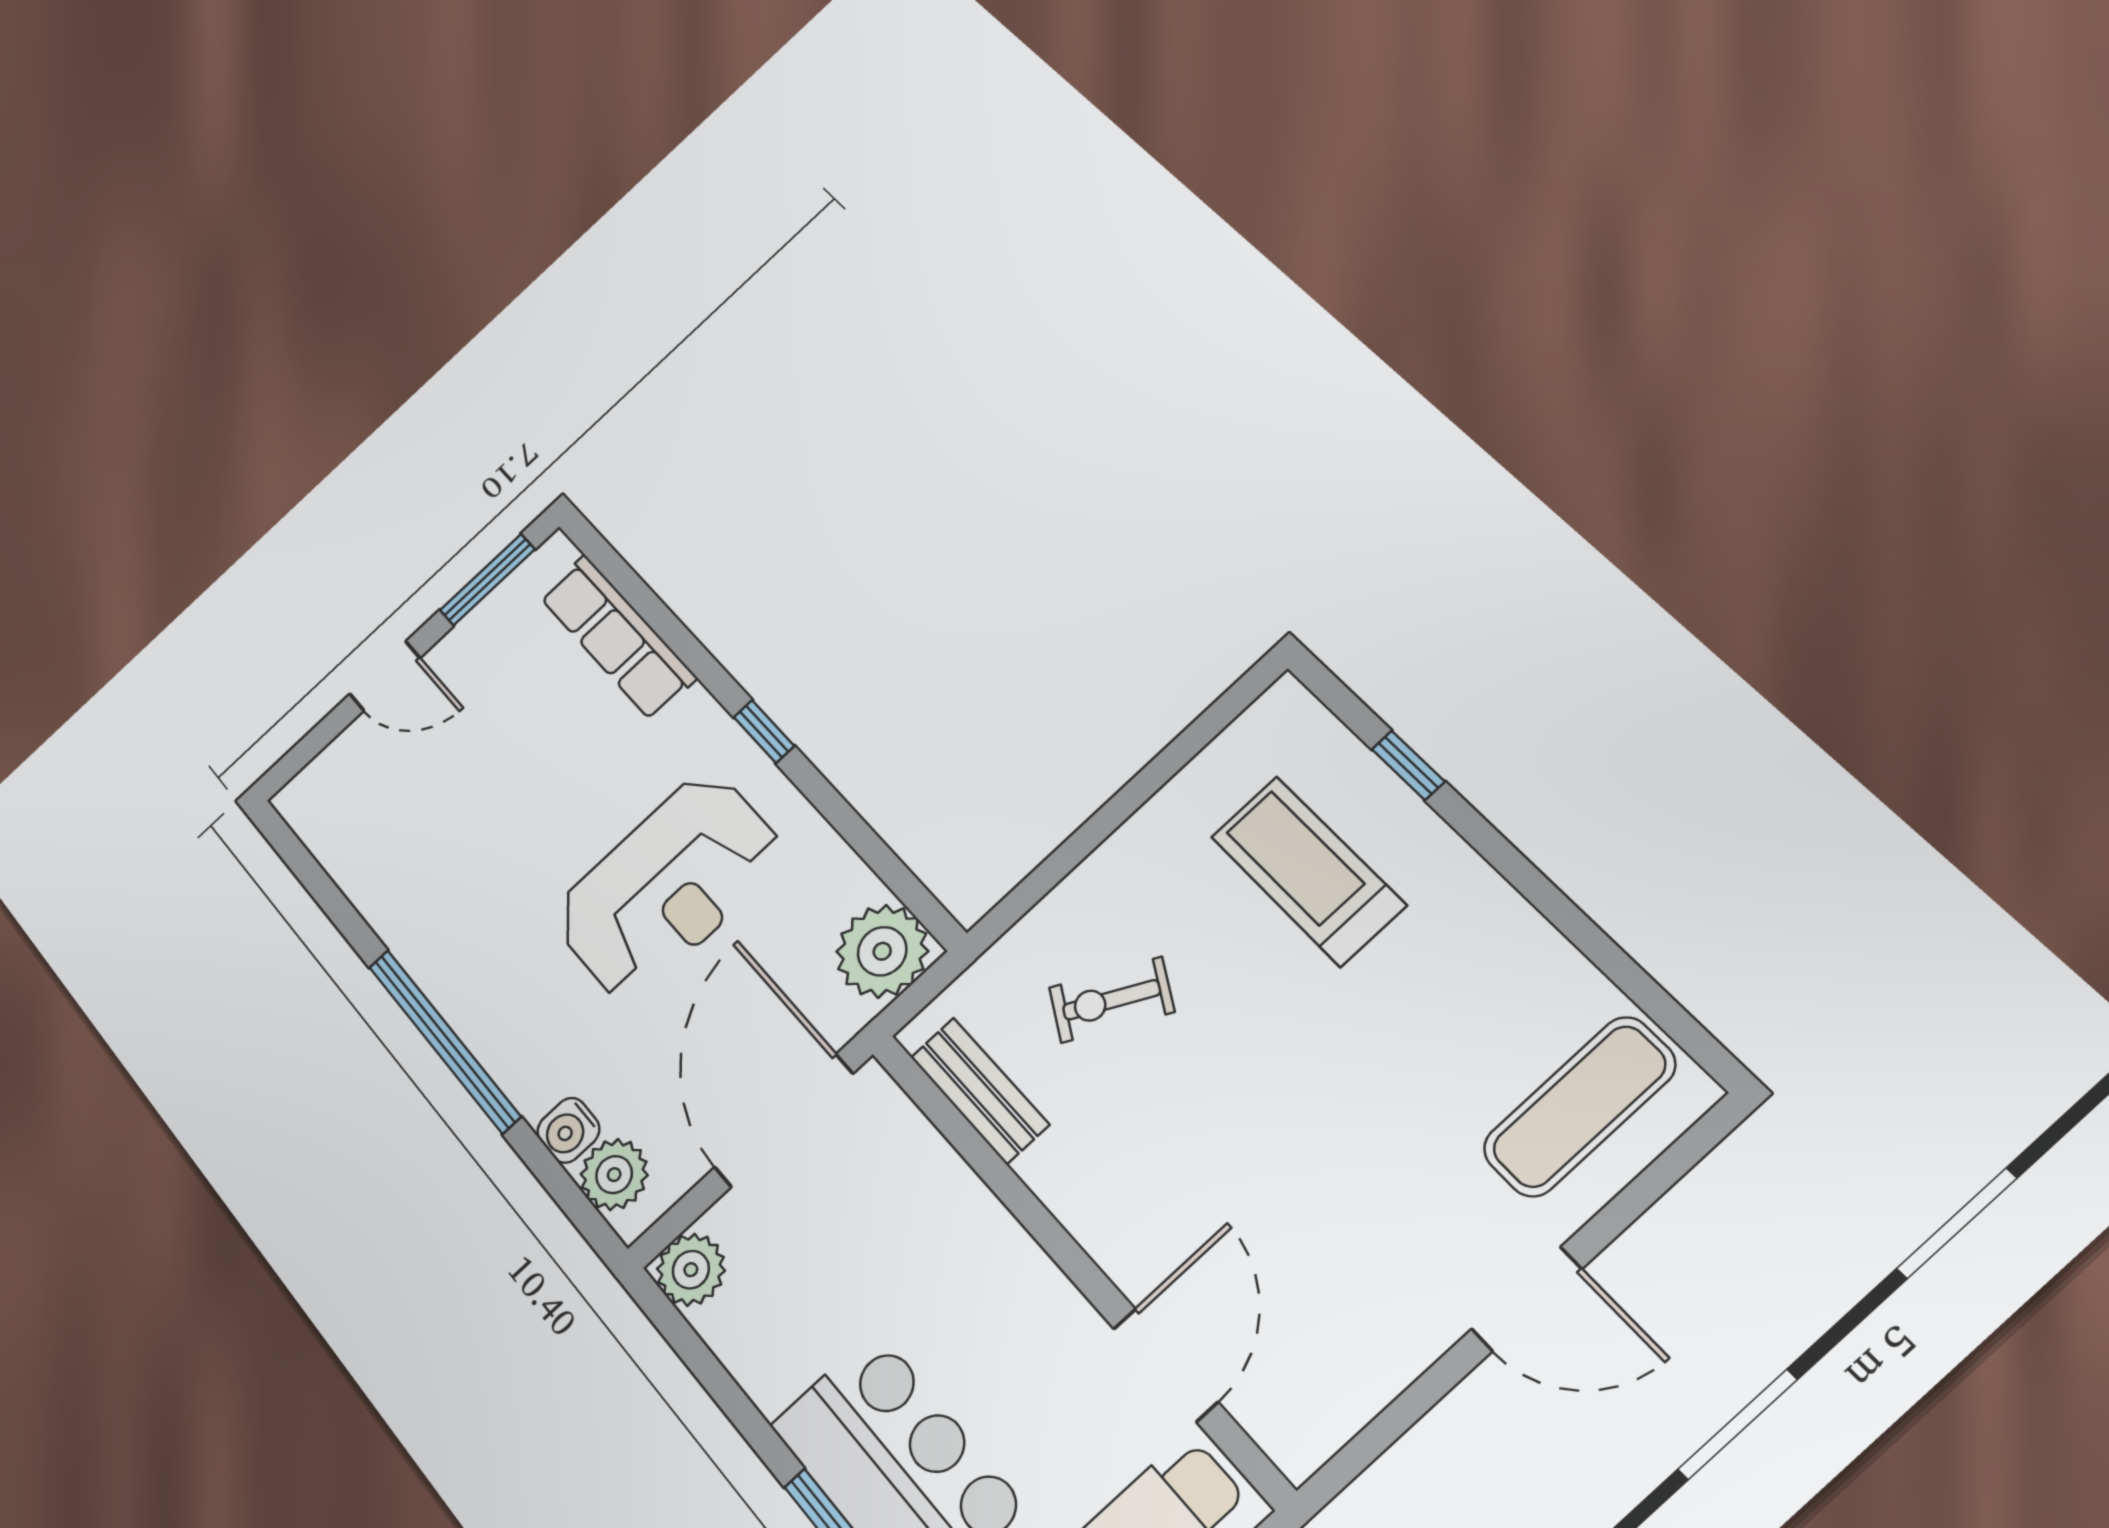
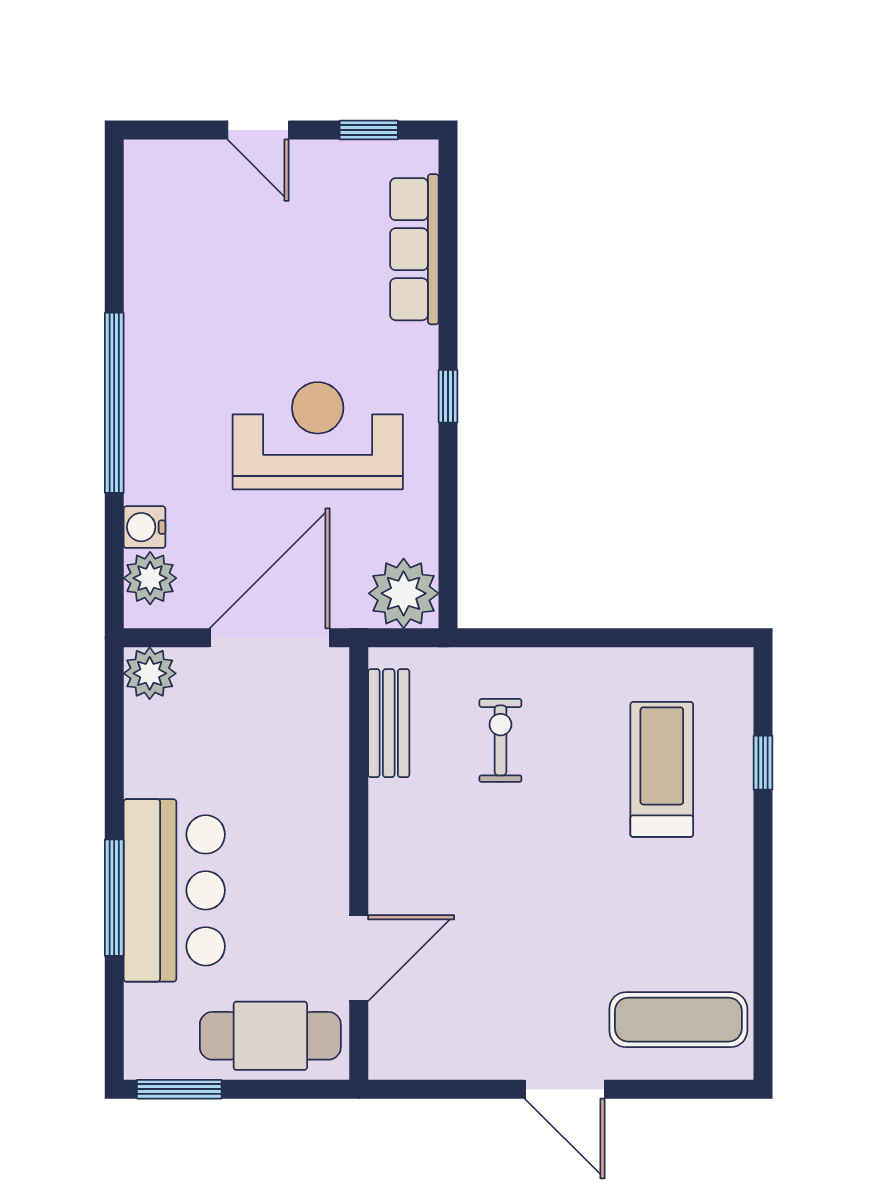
window: (487, 580) -> (369, 130), width x0.67
reception desk: (668, 886) -> (318, 436), turned 180
exercise bike: (1112, 1000) -> (500, 740), turned 61

